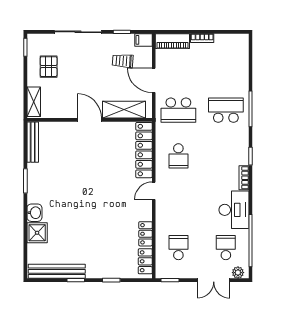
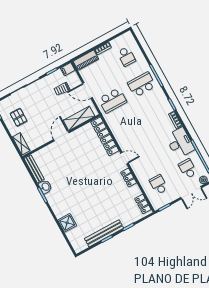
door: (89, 120) -> (61, 136), hinge flipped
school desk: (178, 156) -> (126, 56), moved
door: (154, 191) -> (125, 158), swing flipped
washbasin: (34, 213) -> (45, 187), moved
locker: (146, 234) -> (129, 178), moved
bench: (57, 271) -> (104, 233), moved

